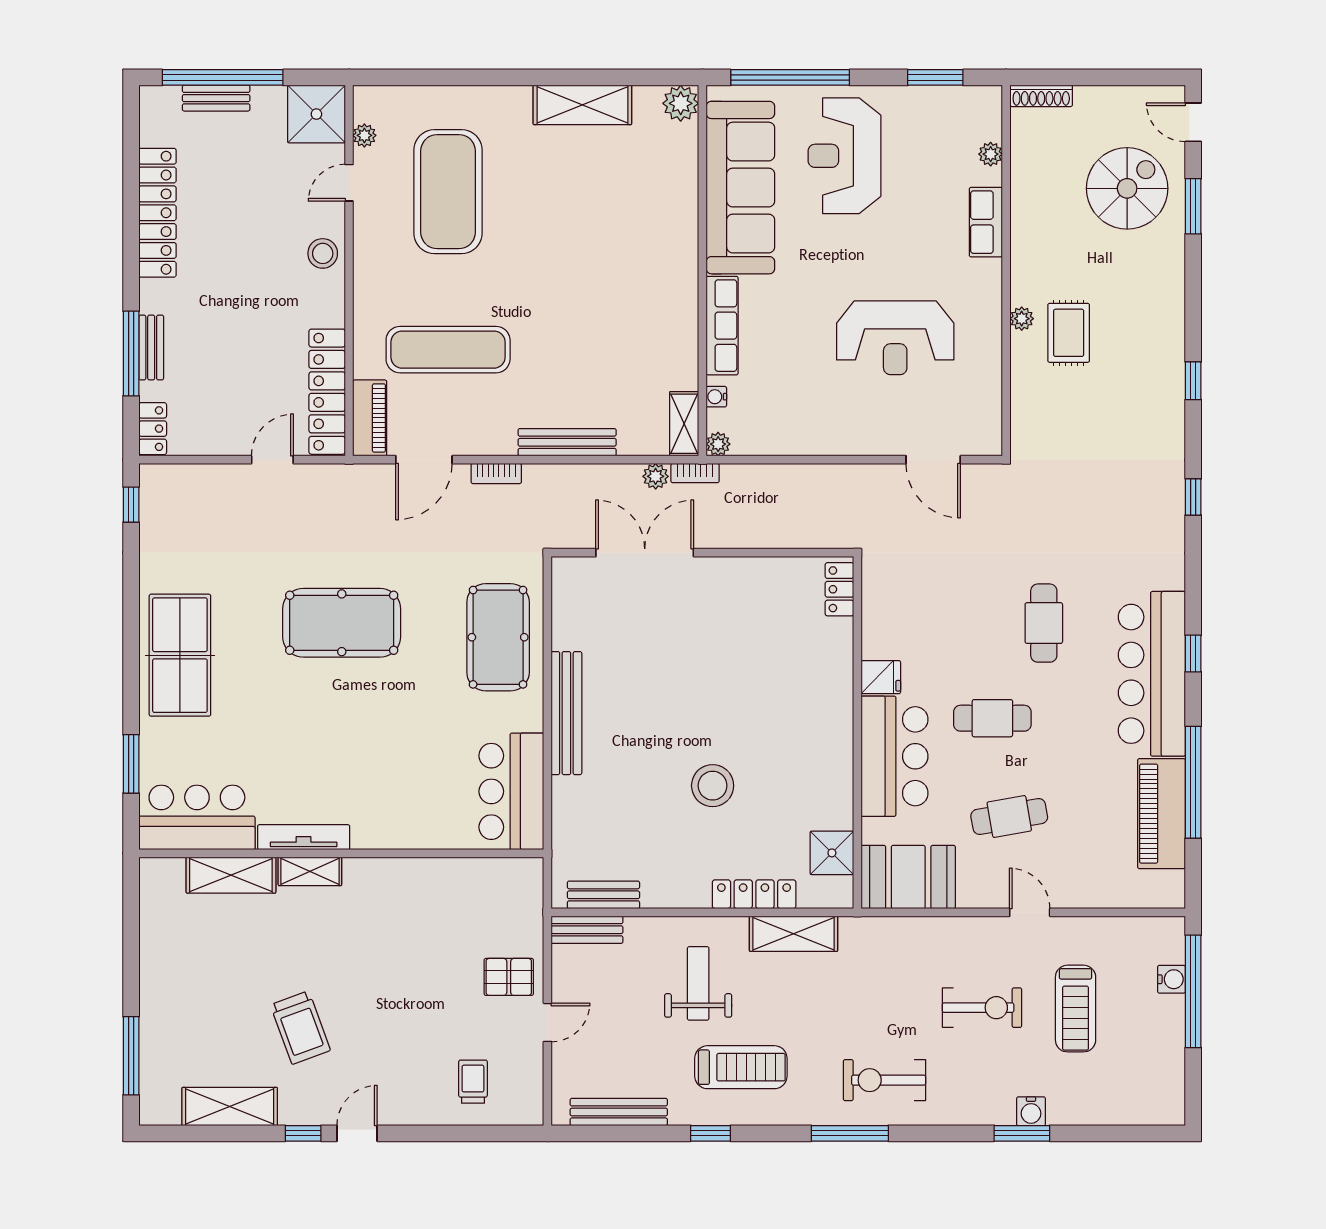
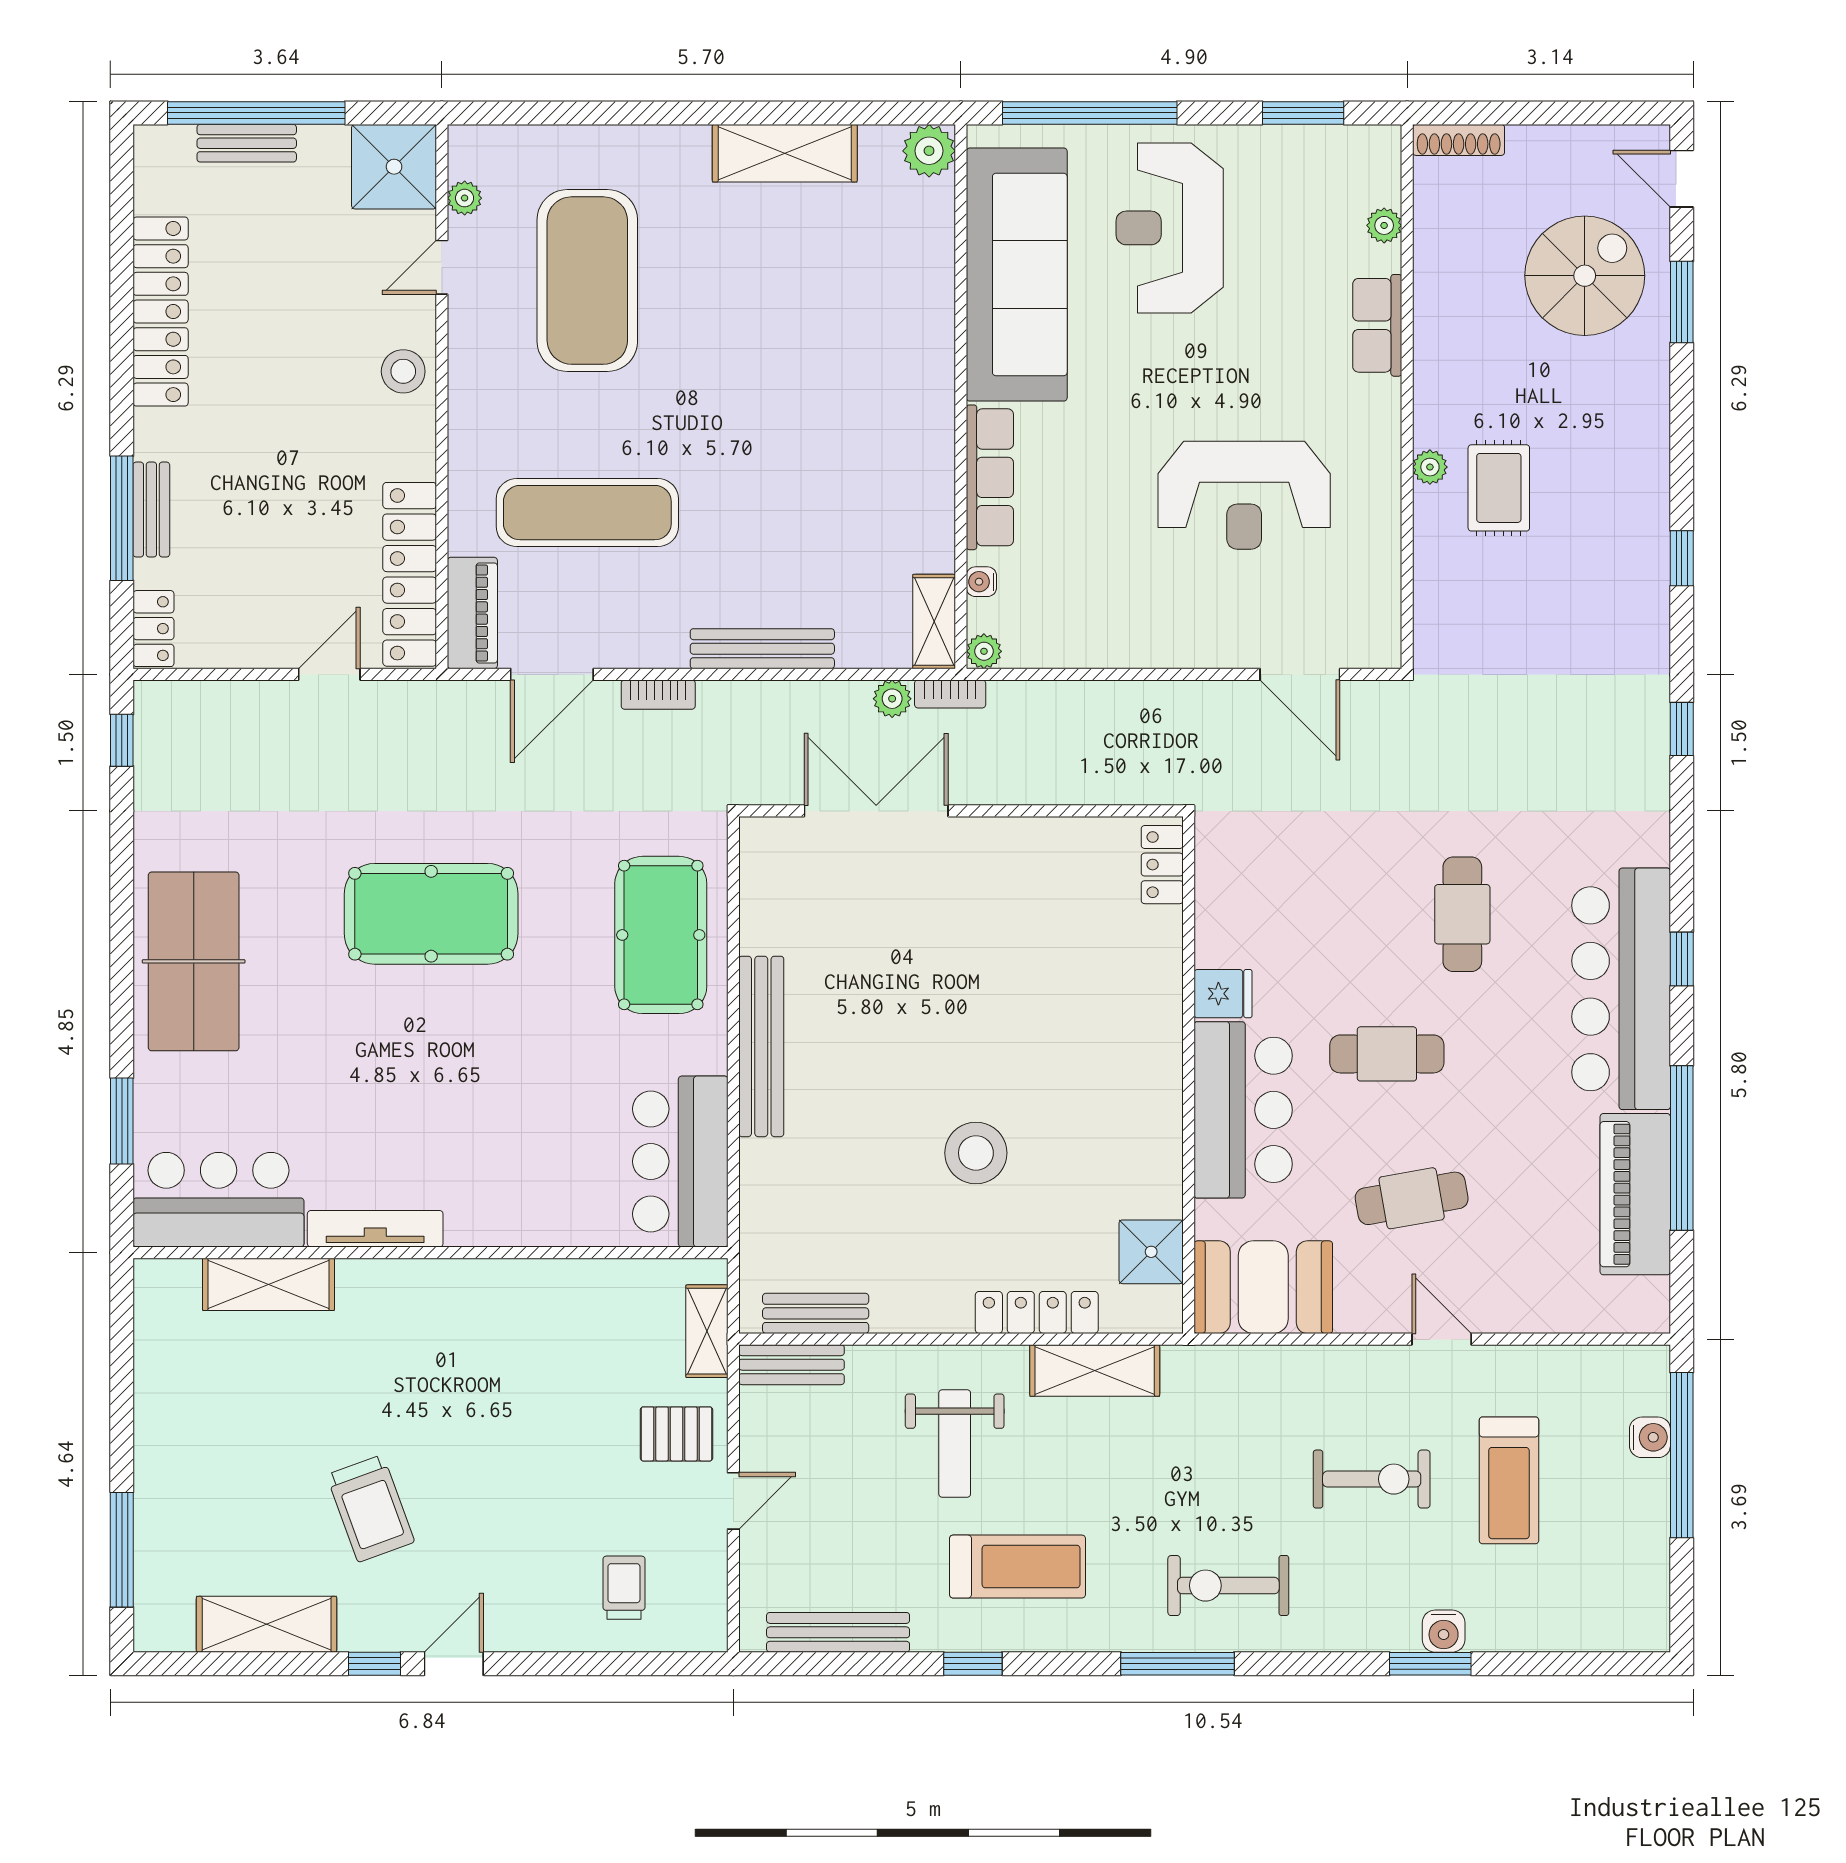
shelving: (310, 871) -> (707, 1331), moved, turned 90
weight bench: (698, 983) -> (955, 1443), turned 180

